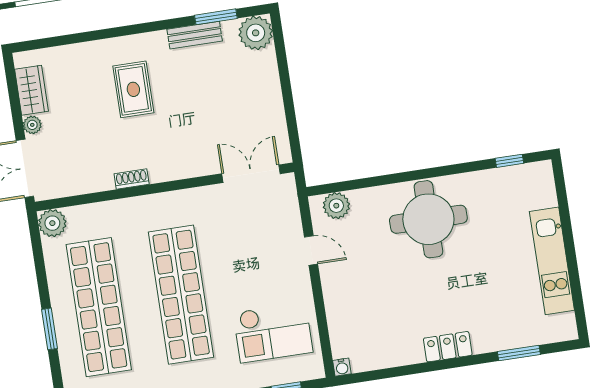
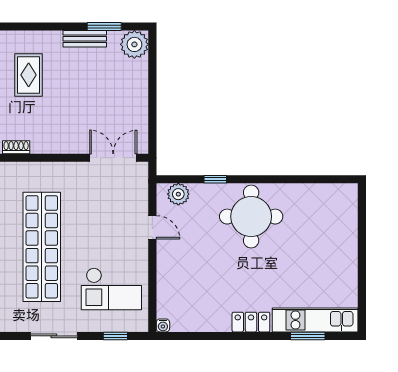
window: (509, 161) -> (215, 179), moved
kitchen unit: (552, 261) -> (315, 320), moved, turned 90

